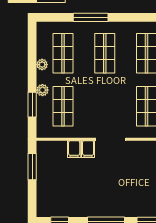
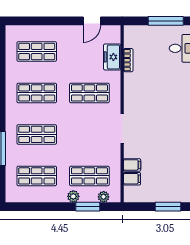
plant: (42, 65) -> (104, 197), moved
filing cabinet: (88, 149) -> (132, 179), moved
window: (32, 167) -> (168, 207), moved

